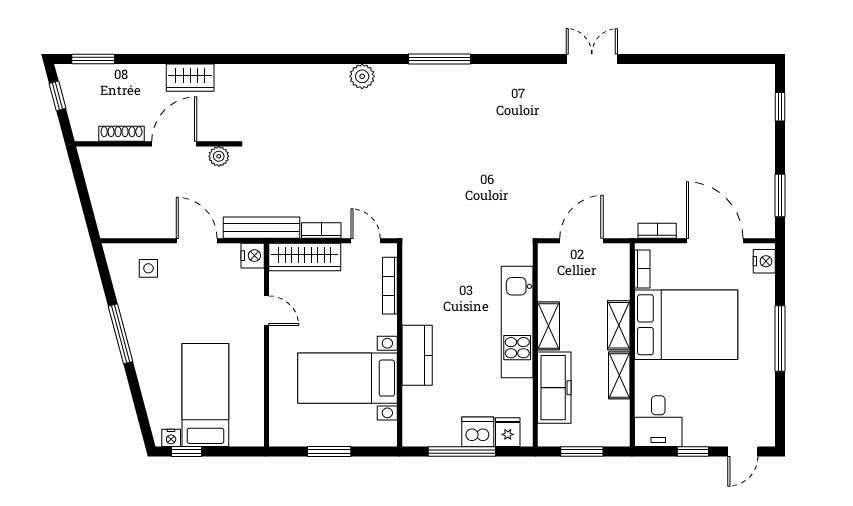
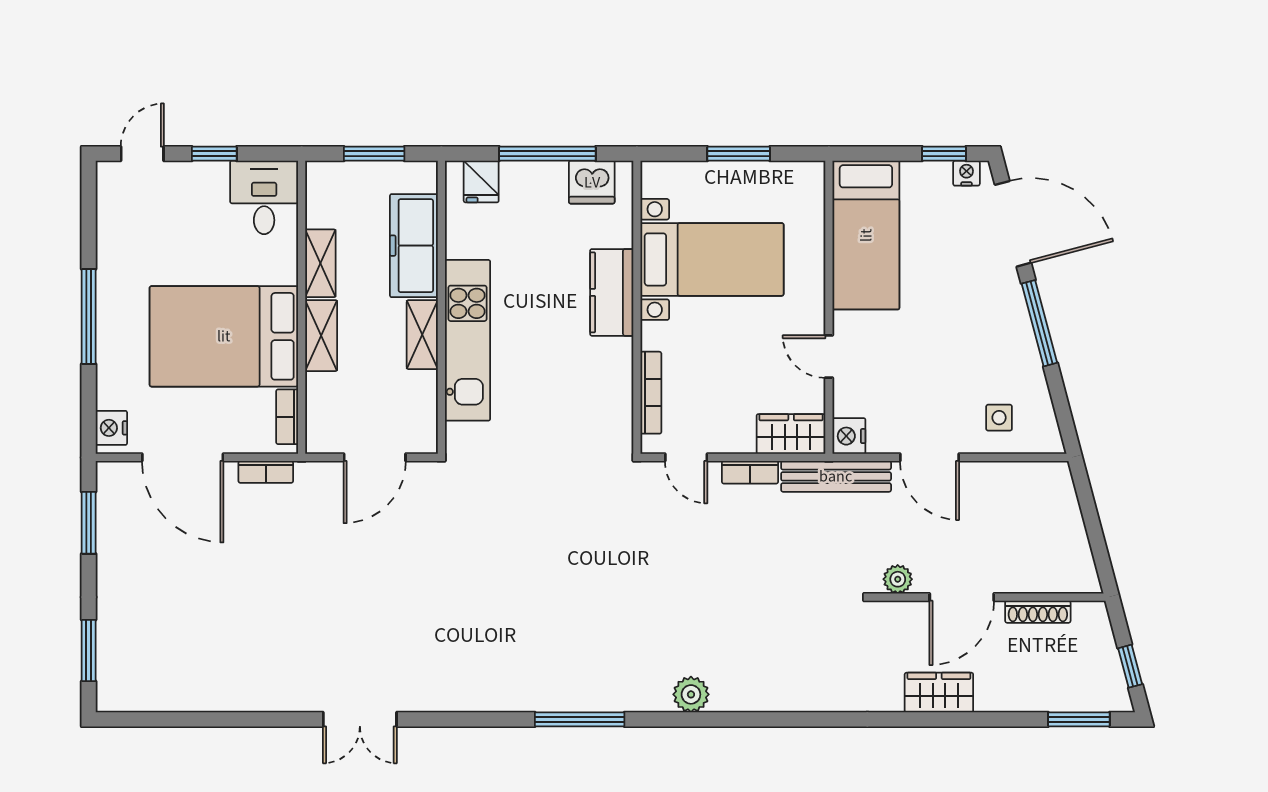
window: (780, 107) -> (89, 650), width x1.50
wardrobe: (305, 257) -> (791, 434), width x0.67
bed: (205, 395) -> (866, 235), moved
door: (139, 403) -> (1013, 224), added
dishwasher: (478, 432) -> (592, 182), moved

